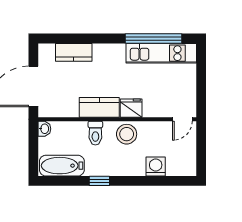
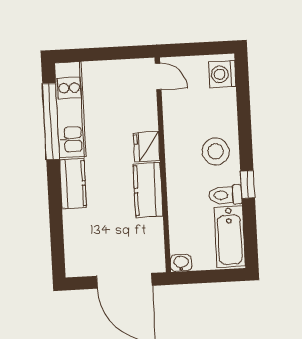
kitchen counter: (74, 52) -> (73, 184), moved
toilet: (95, 133) -> (225, 195), moved, turned 180
stool: (127, 134) -> (216, 151), moved
washing machine: (156, 167) -> (222, 74), moved

